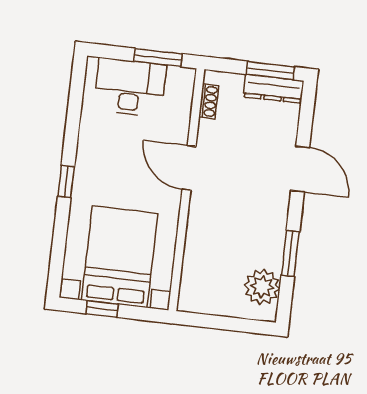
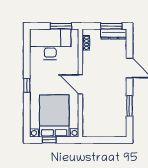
desk: (130, 87) -> (50, 44), width x1.36, depth x1.30
door: (189, 168) -> (80, 84), moved
plant: (262, 287) -> (119, 122), removed

